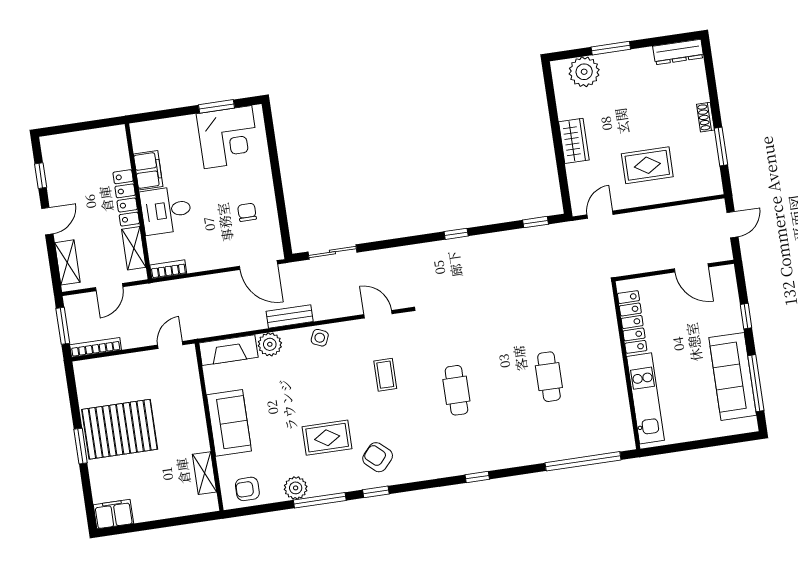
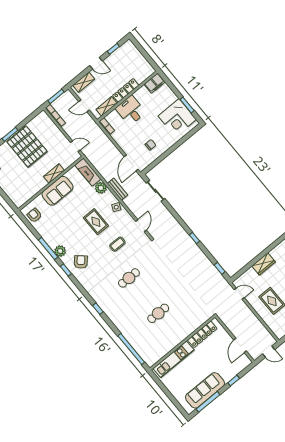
filing cabinet: (148, 170) -> (155, 83), moved
rug: (327, 438) -> (96, 222), moved
shelving: (205, 473) -> (54, 174), moved
plant: (296, 488) -> (60, 251), moved

